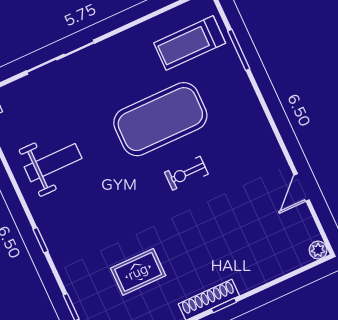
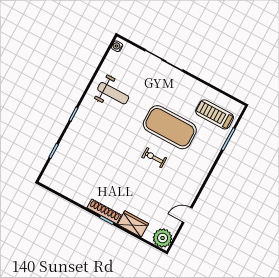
plant: (318, 250) -> (163, 238), width x1.88, depth x1.88
rug: (138, 272) -> (93, 170), removed
wardrobe: (257, 273) -> (133, 224), added

